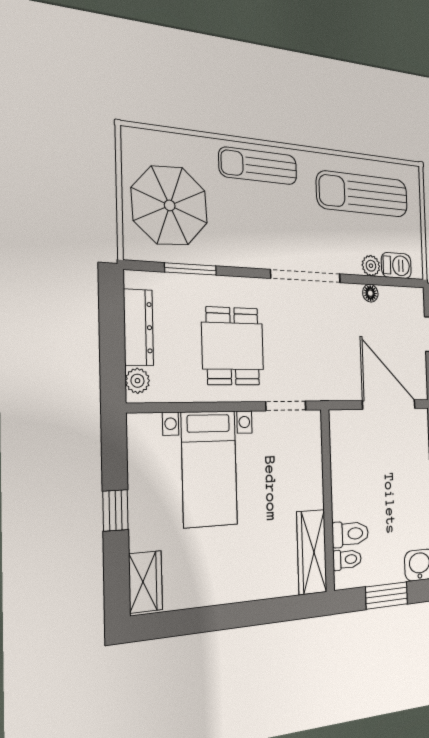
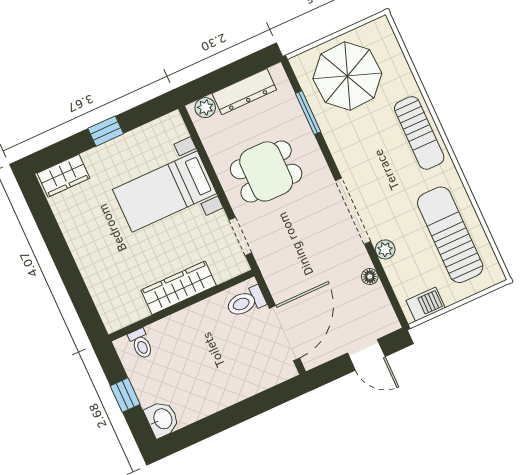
sun lounger: (258, 166) -> (419, 133), turned 180
plant: (371, 266) -> (385, 249), moved
barbecue: (396, 266) -> (426, 304), moved, turned -90
toilet: (350, 534) -> (246, 302), moved, turned 90
wardrobe: (312, 552) -> (179, 288), moved
window: (387, 596) -> (125, 395), width x0.67

